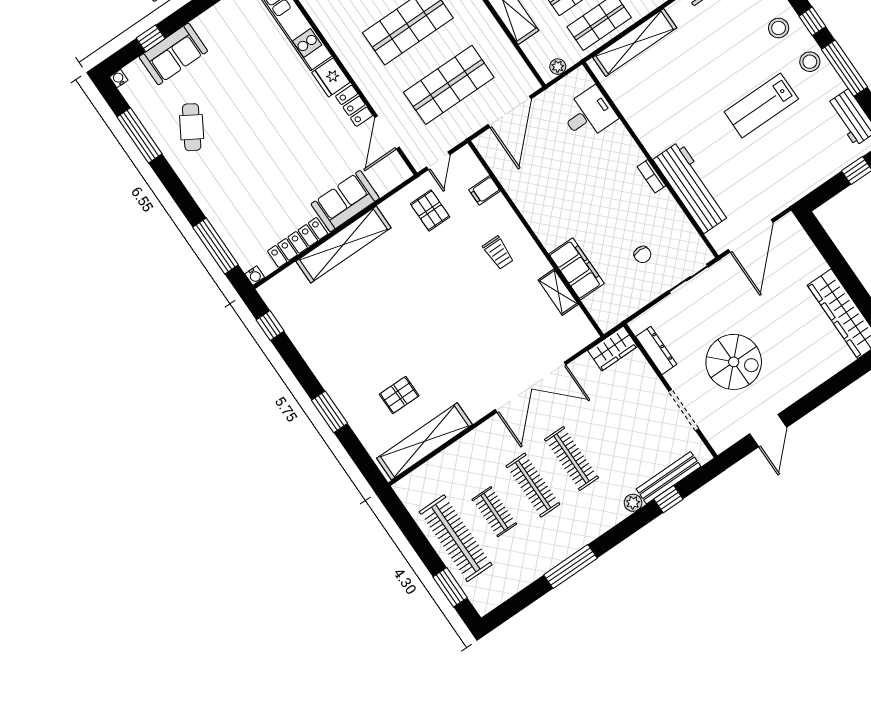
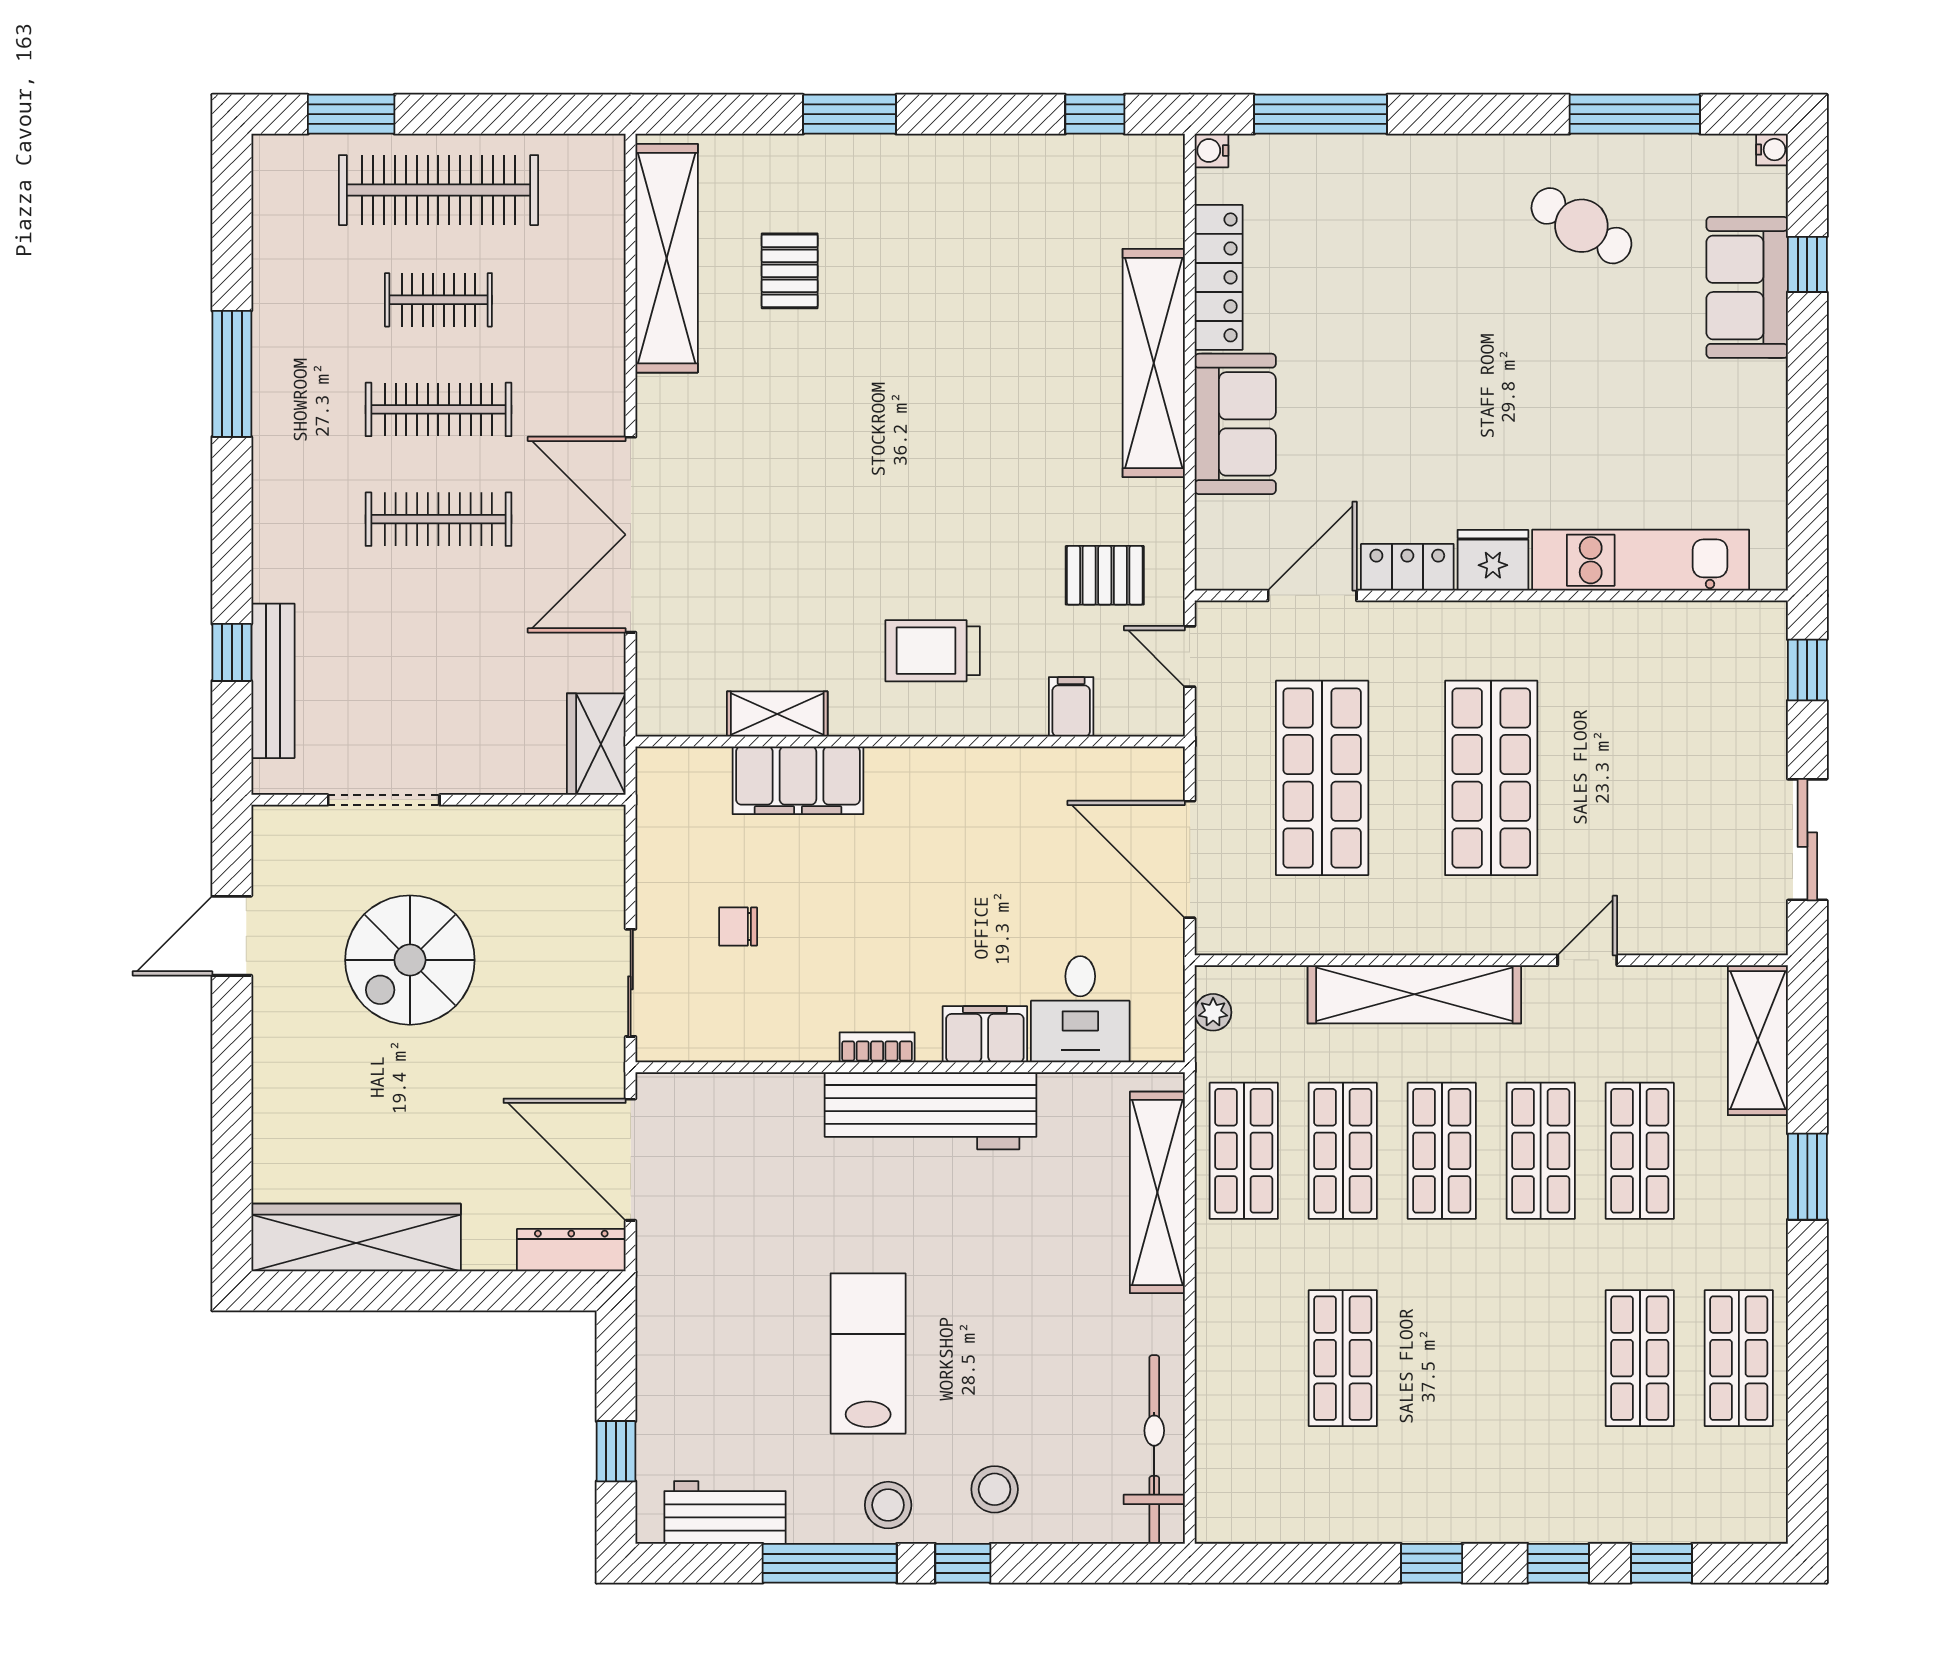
door: (387, 132) -> (1312, 596), hinge flipped
filing cabinet: (621, 142) -> (985, 1034), added
workbench: (692, 187) -> (930, 1111), moved
trolley: (498, 253) -> (933, 651), width x1.36, depth x1.39
dresser: (656, 350) -> (571, 1250), moved, turned 180
door: (768, 431) -> (232, 936), hinge flipped
plant: (633, 503) -> (272, 579), removed

